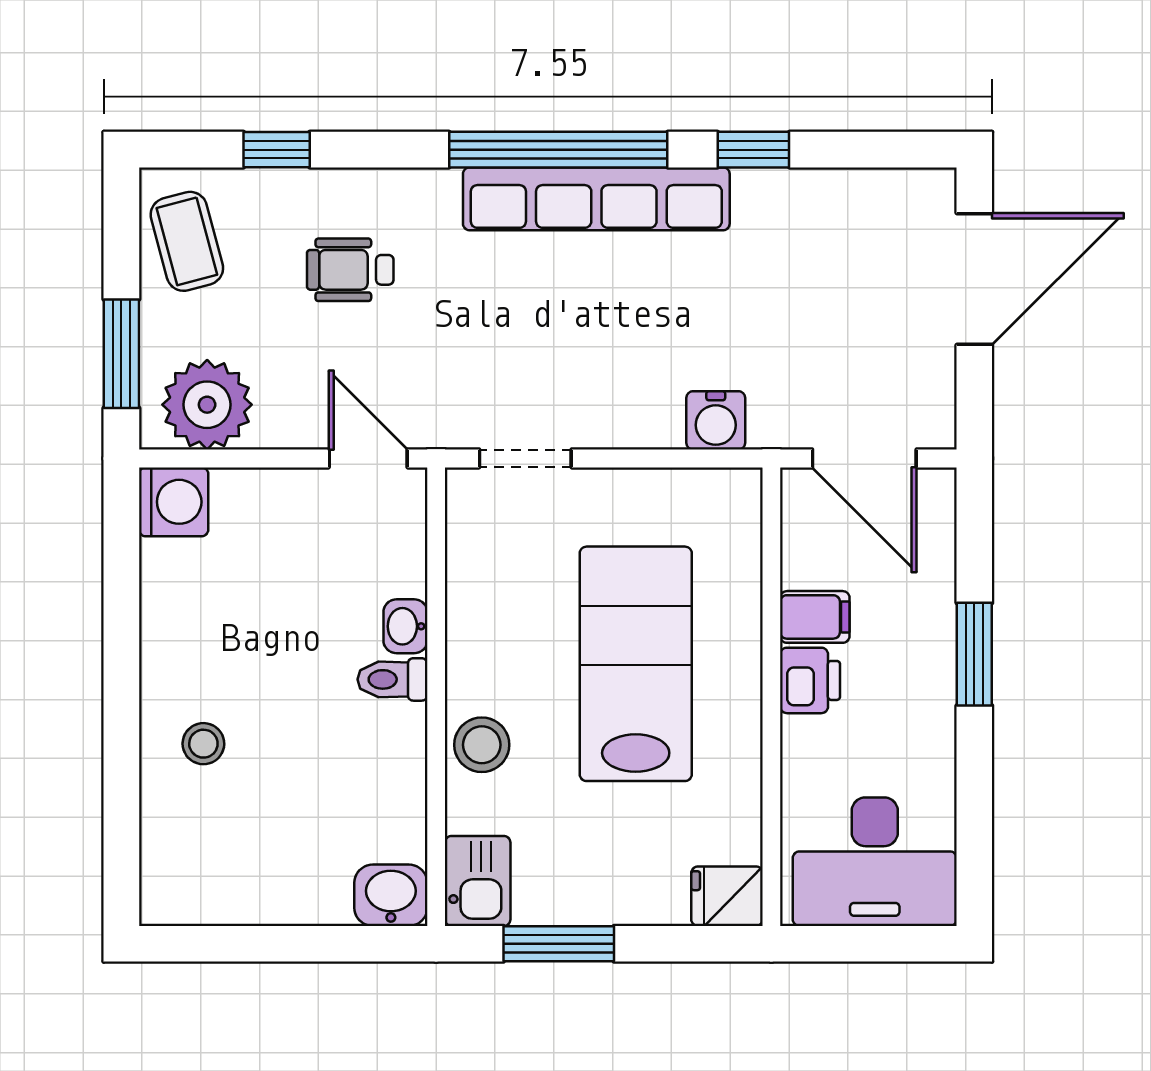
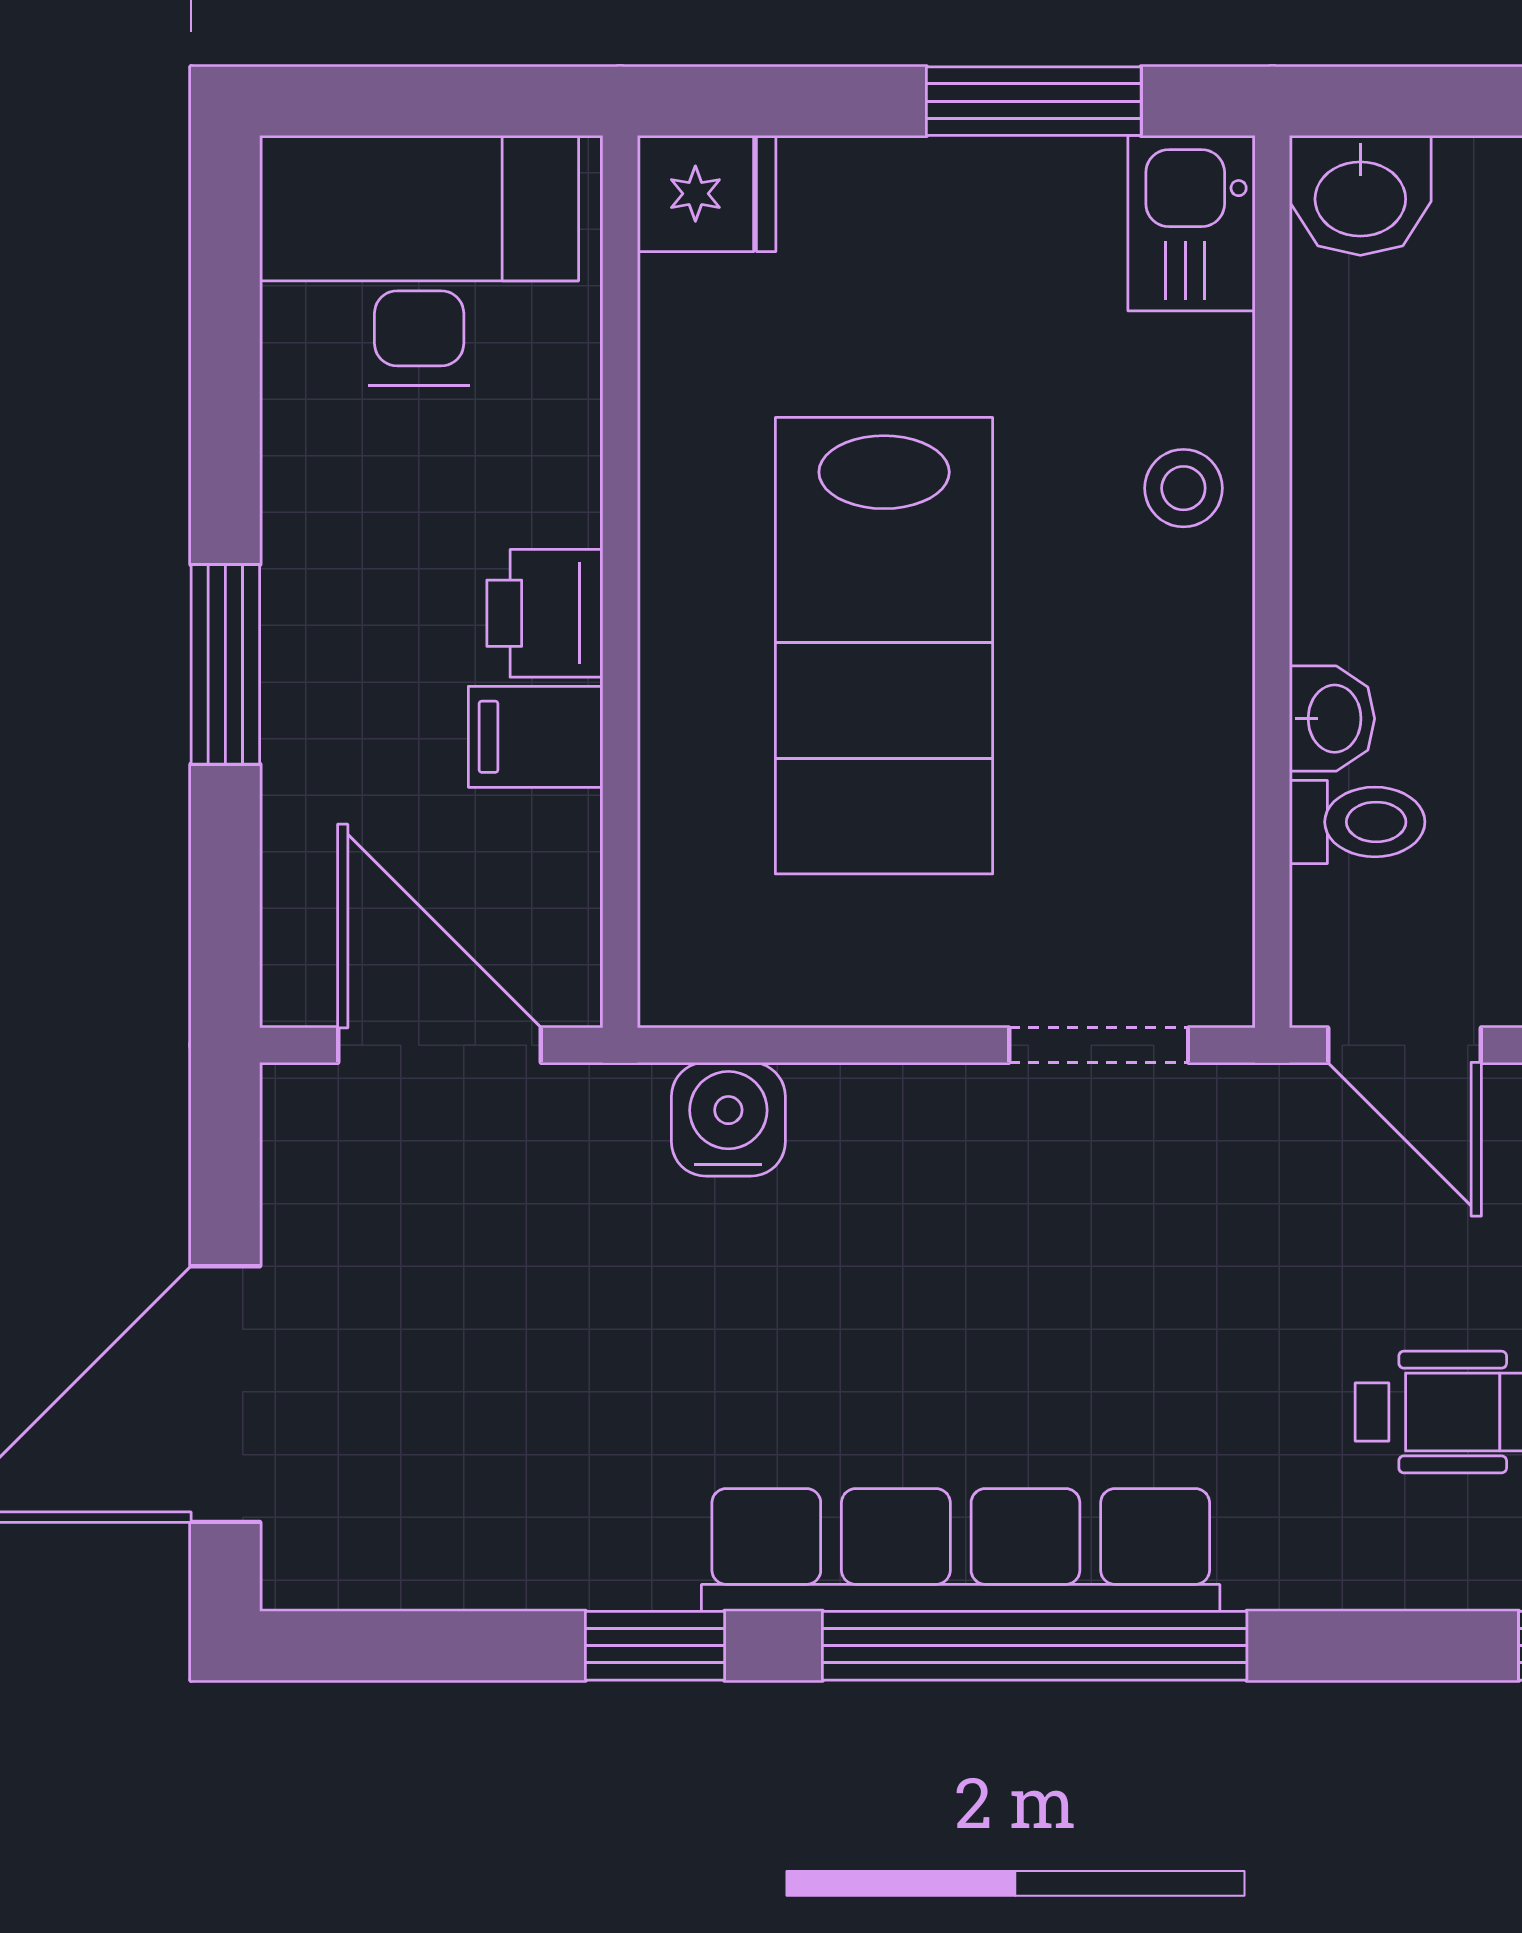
toilet: (392, 679) -> (1357, 822), moved
stool: (482, 745) -> (1183, 488), width x0.73, depth x0.73

